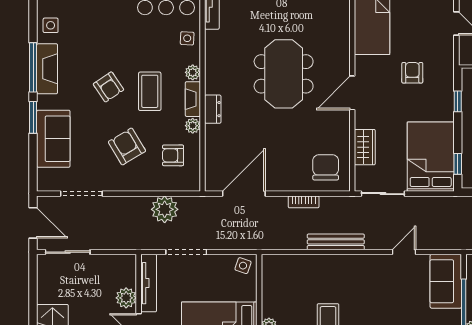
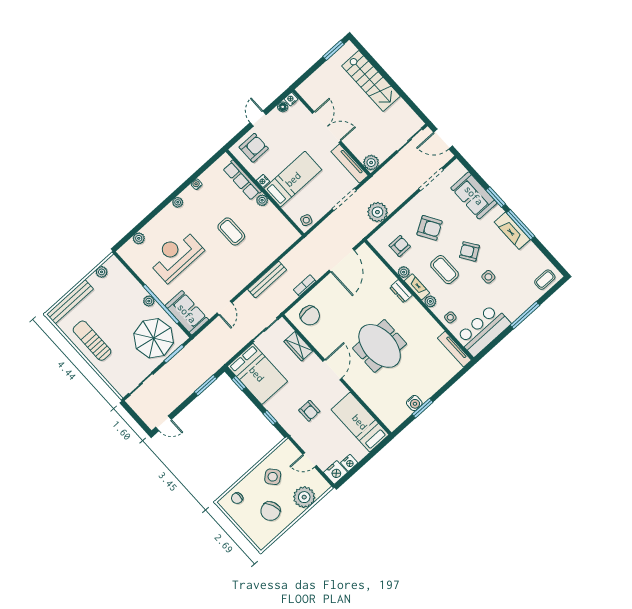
side table: (51, 25) -> (488, 277), moved
plant: (126, 298) -> (371, 163), moved

